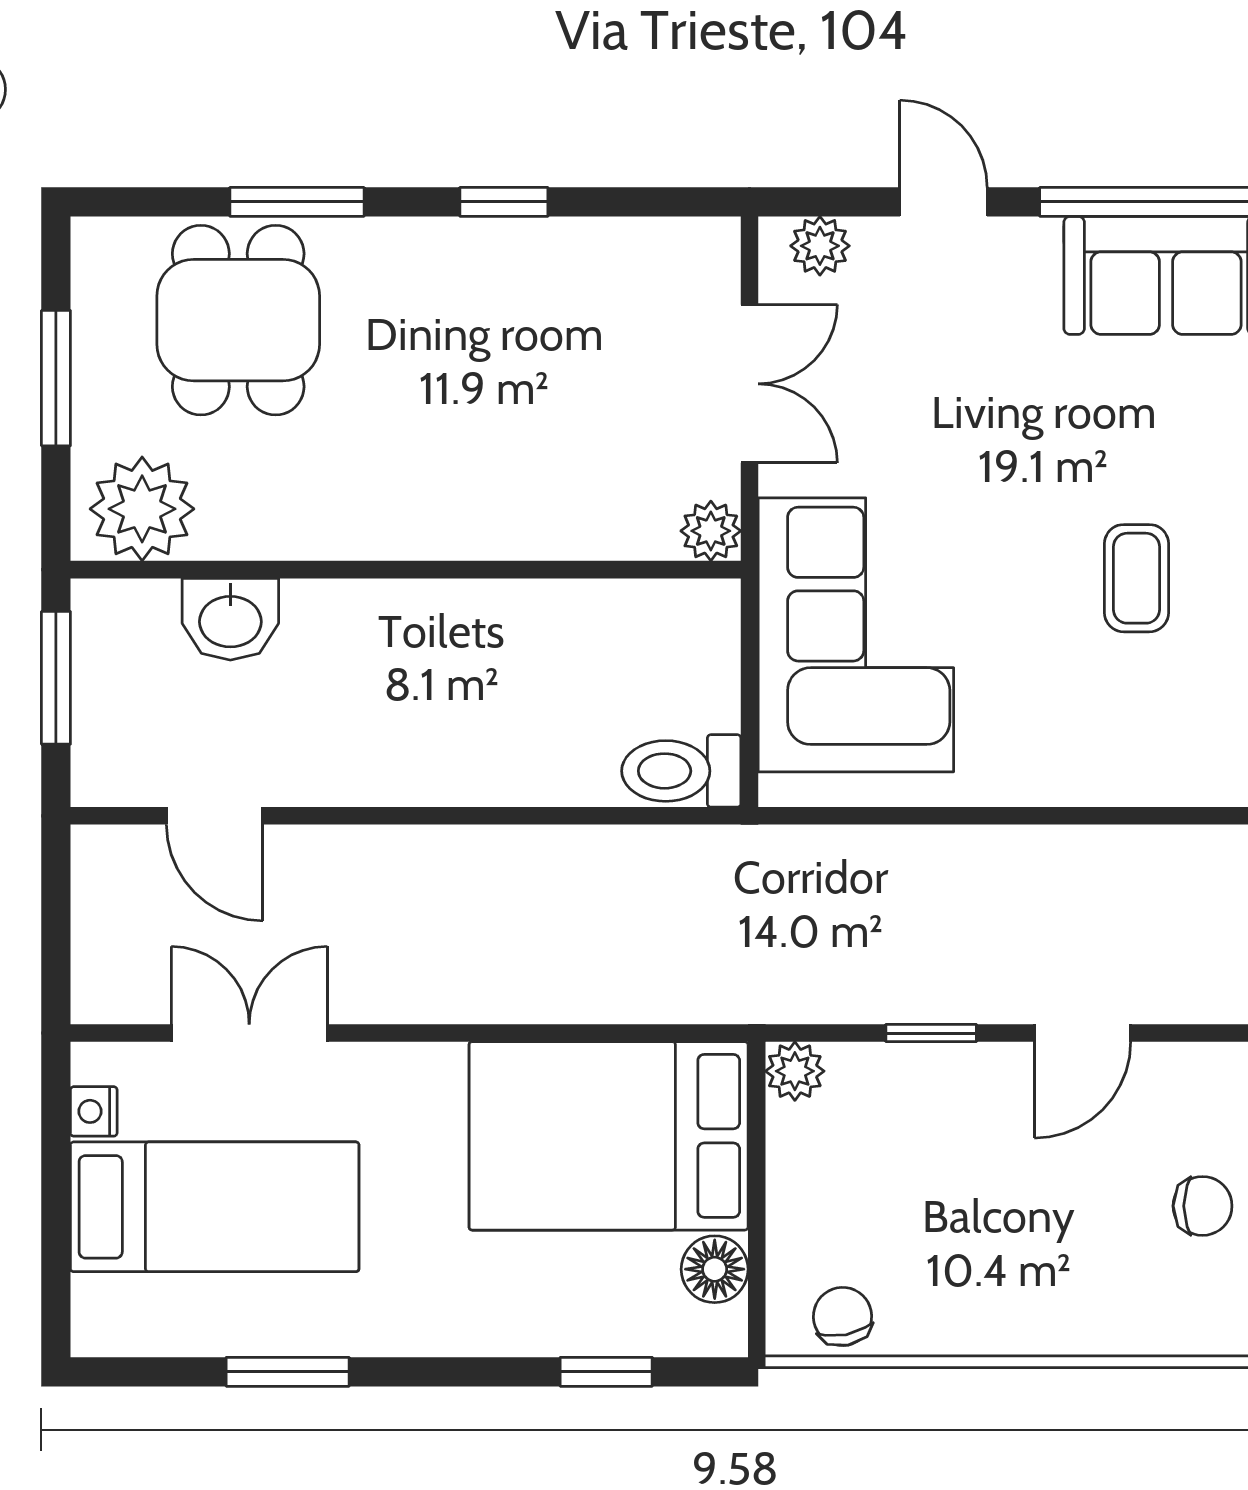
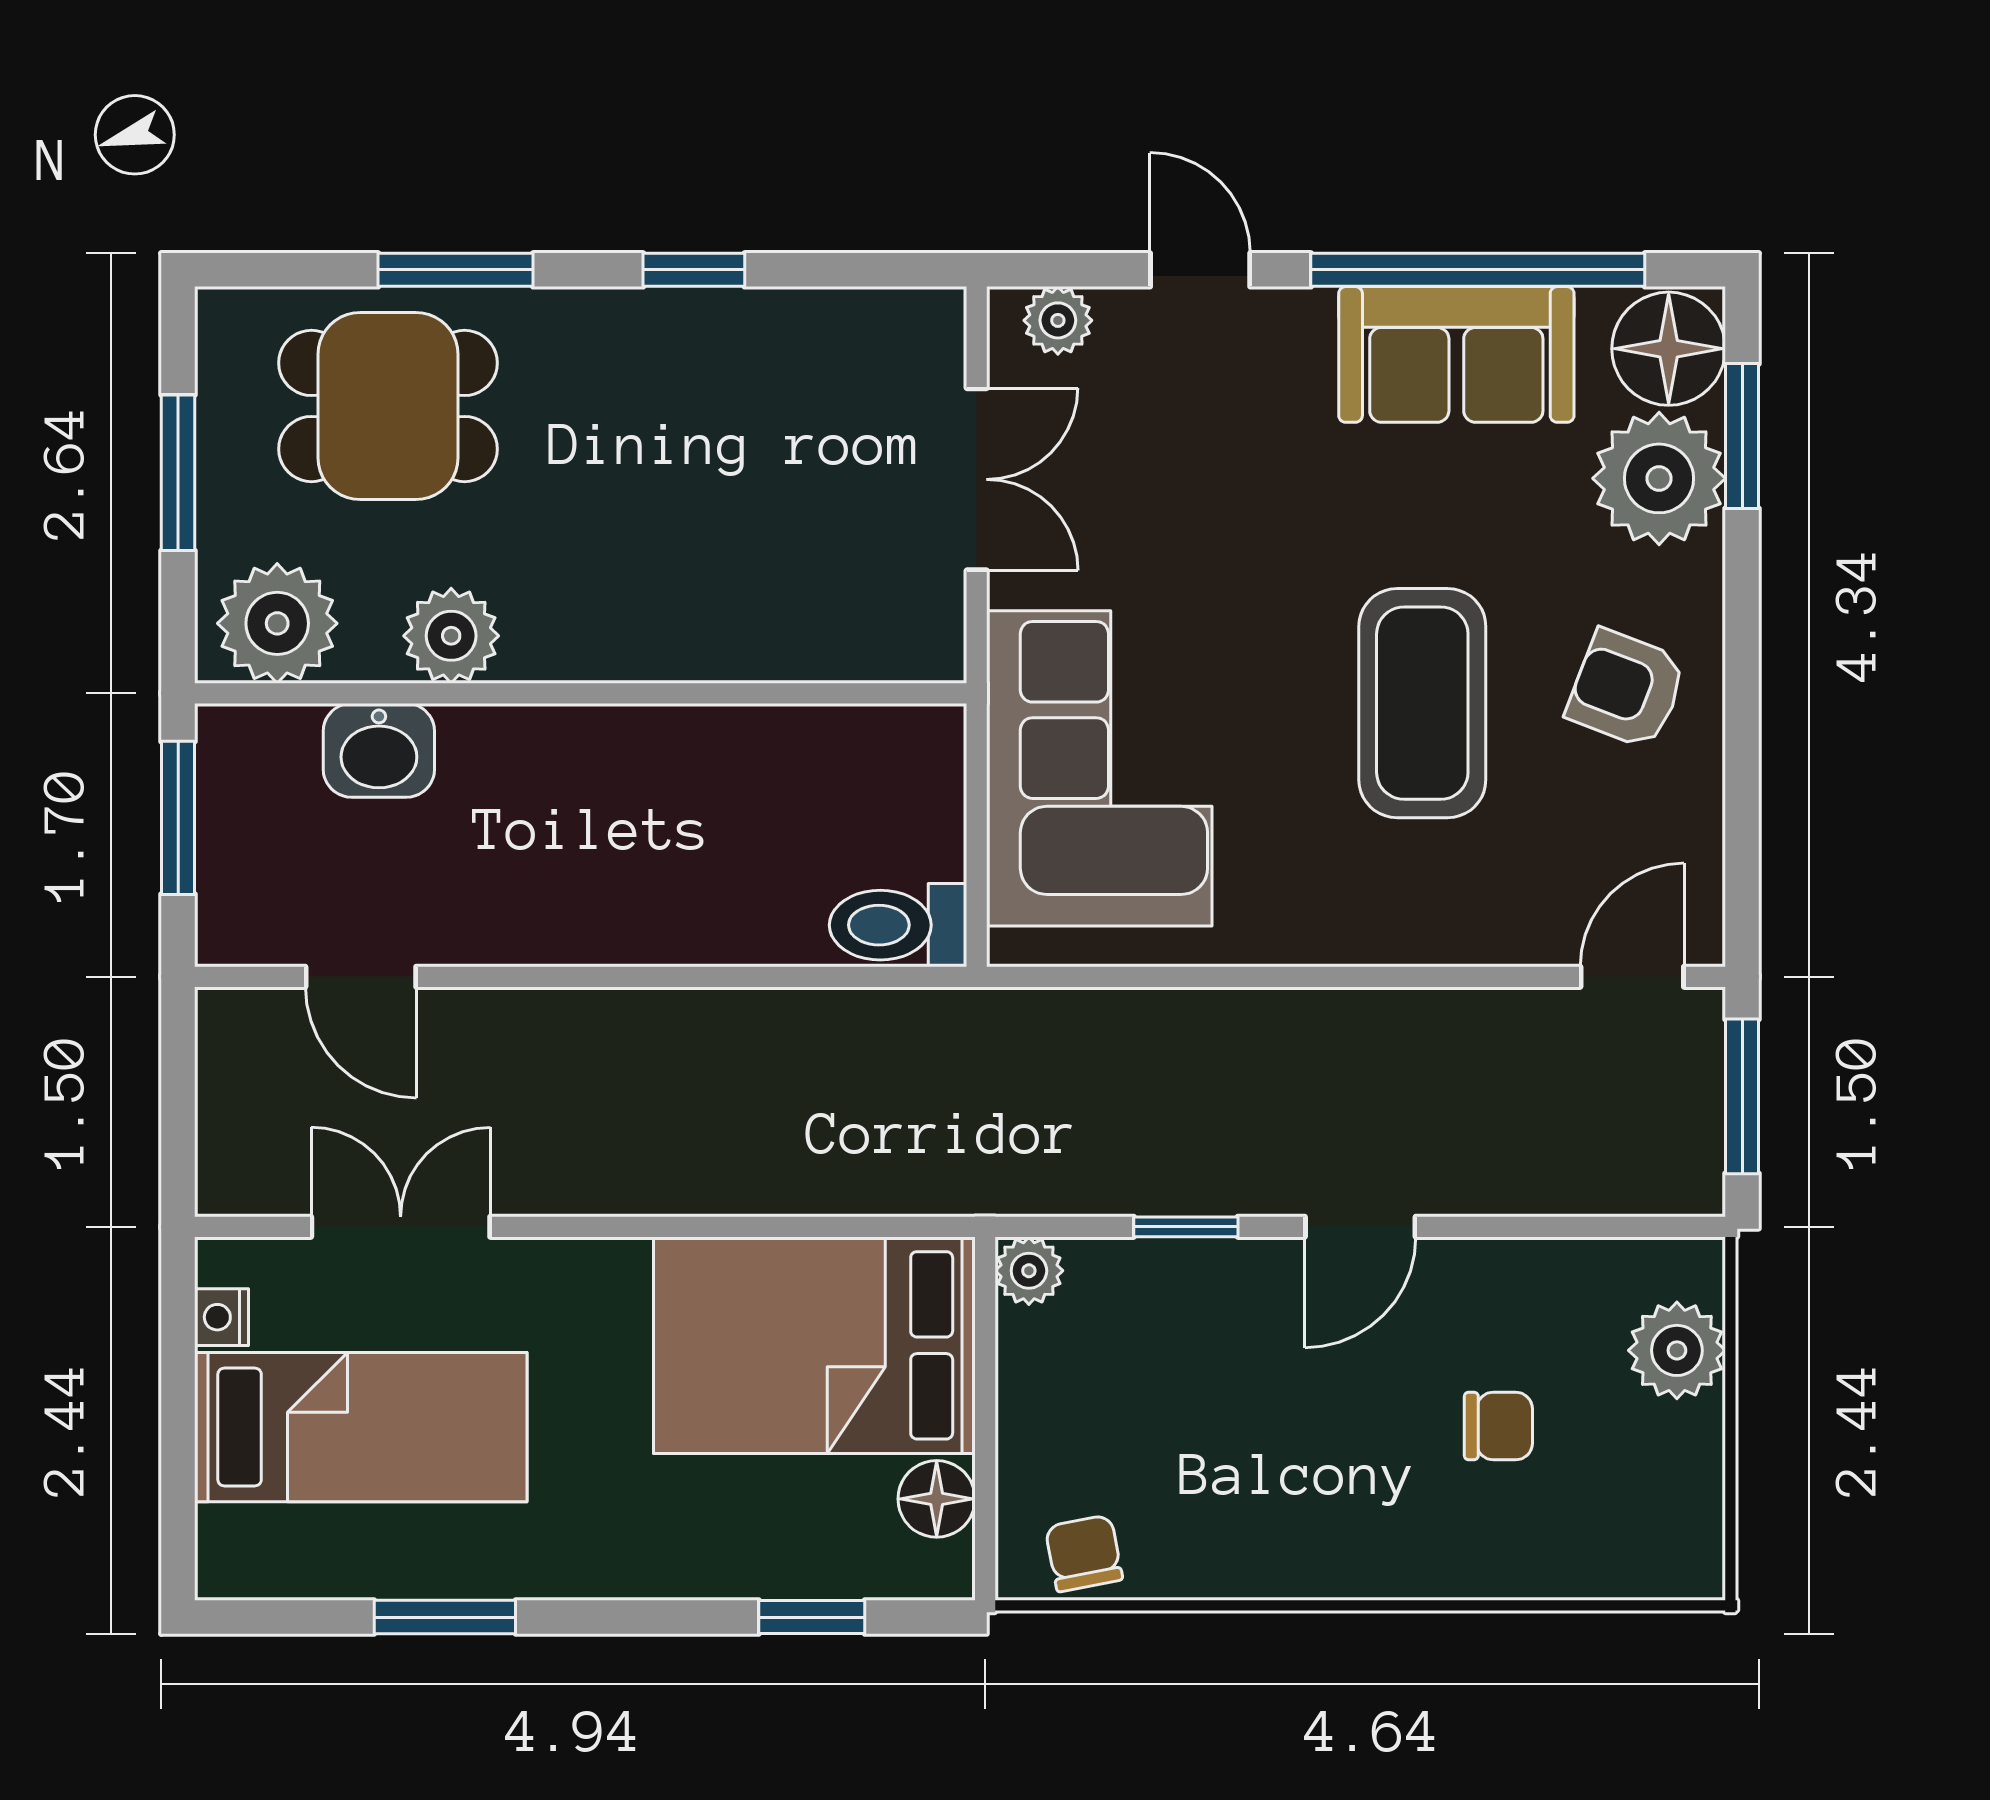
dining table: (238, 320) -> (388, 406), turned 90
plant: (711, 531) -> (451, 636), moved, width x1.38, depth x1.38
coffee table: (1137, 578) -> (1422, 703), width x1.86, depth x1.72

